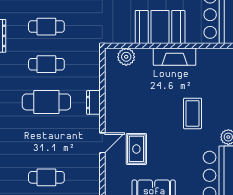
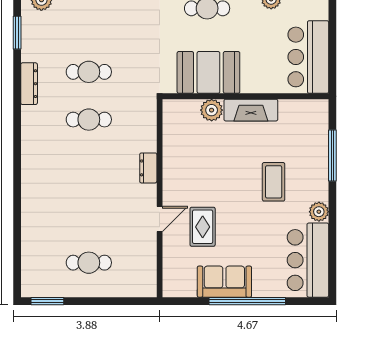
booth: (160, 27) -> (208, 72), moved
plant: (126, 57) -> (212, 110), moved
cafe table: (46, 102) -> (89, 167), removed

